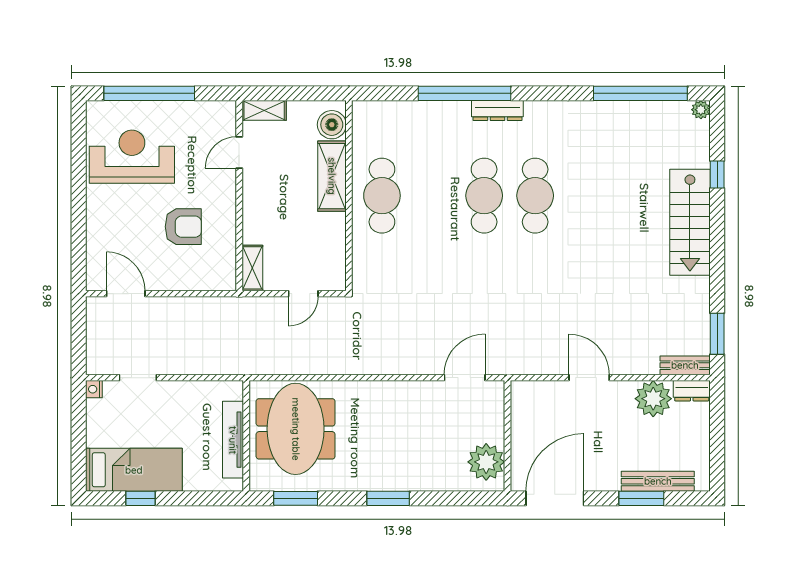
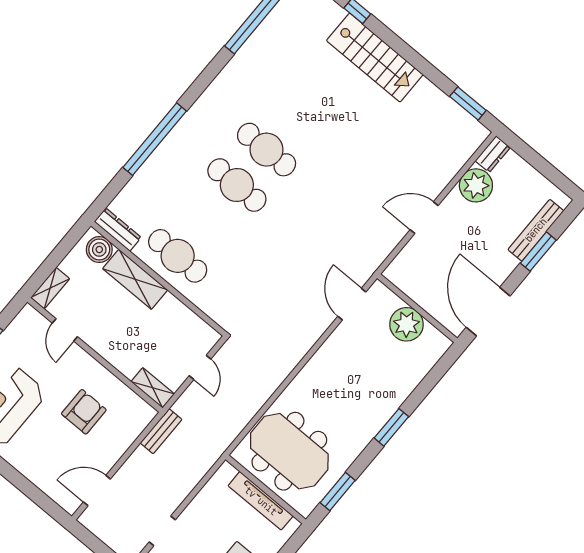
dresser: (497, 111) -> (118, 230), moved, turned -90
bench: (685, 365) -> (161, 431), moved
plant: (486, 462) -> (406, 324), moved

